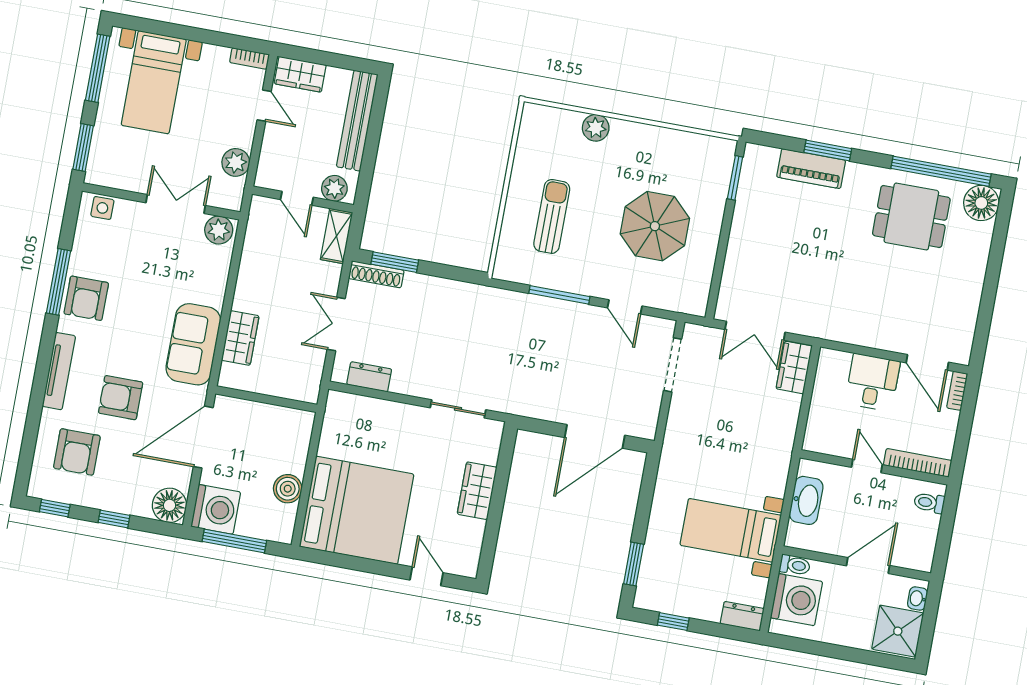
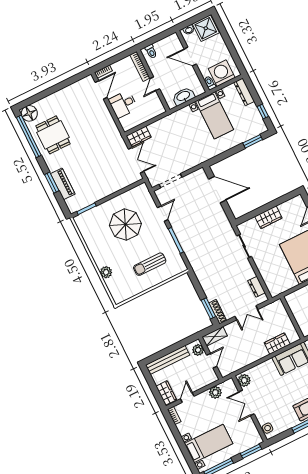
dresser: (742, 616) -> (244, 92), width x1.44

